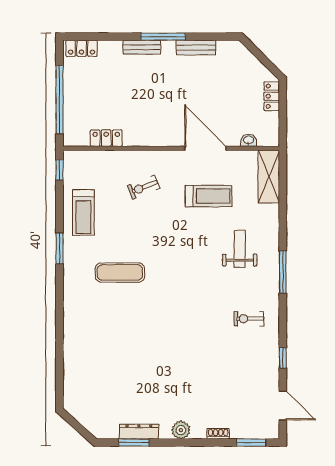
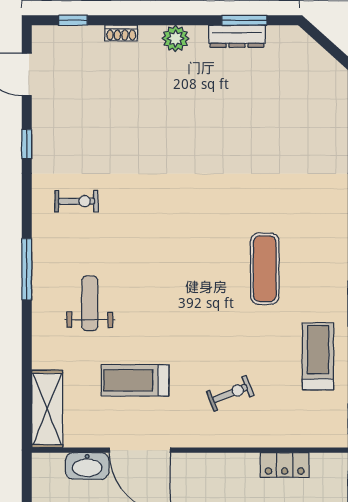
washbasin: (249, 140) -> (87, 466), width x1.91, depth x1.45
weight bench: (240, 249) -> (90, 303), turned 180
exercise mat: (120, 272) -> (265, 269), turned 90
window: (251, 443) -> (73, 20), width x0.67

